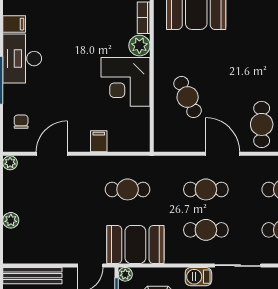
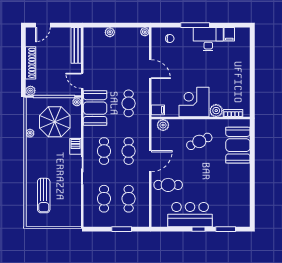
cafe table: (188, 97) -> (199, 141), moved
plant: (163, 133) -> (163, 125), added
filing cabinet: (99, 141) -> (158, 110), moved
door: (52, 154) -> (150, 69), moved

